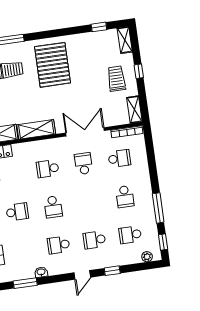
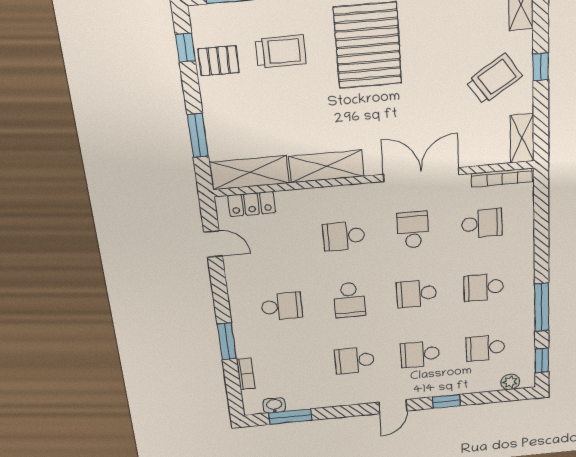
trolley: (116, 79) -> (494, 79), turned 56
school desk: (125, 197) -> (484, 287), turned 90
school desk: (89, 202) -> (417, 294), added
washbasin: (41, 272) -> (274, 405), moved

